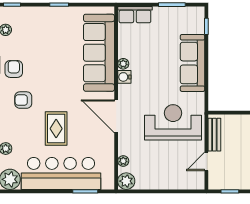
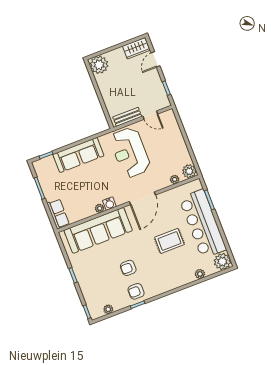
armchair: (23, 100) -> (128, 268), moved, turned 90

